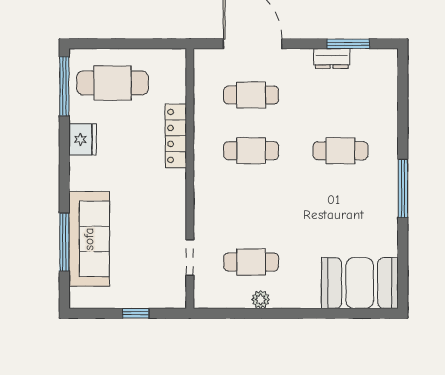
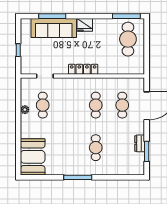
locker: (176, 136) -> (83, 69), moved
fridge: (83, 139) -> (85, 25), moved

